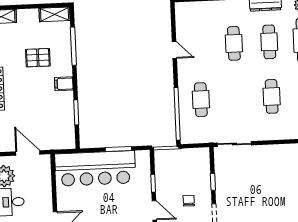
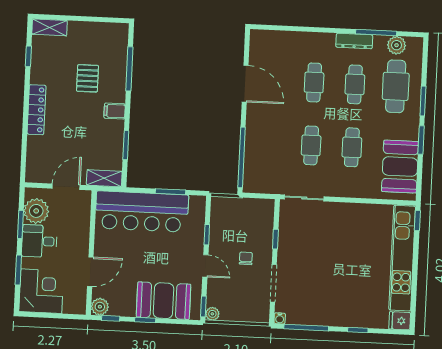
shelving: (55, 14) -> (104, 178), moved
door: (174, 50) -> (245, 84), width x1.87
pallet: (38, 58) -> (87, 78), turned 90
cafe table: (201, 100) -> (311, 145), moved
door: (28, 153) -> (66, 187), hinge flipped

